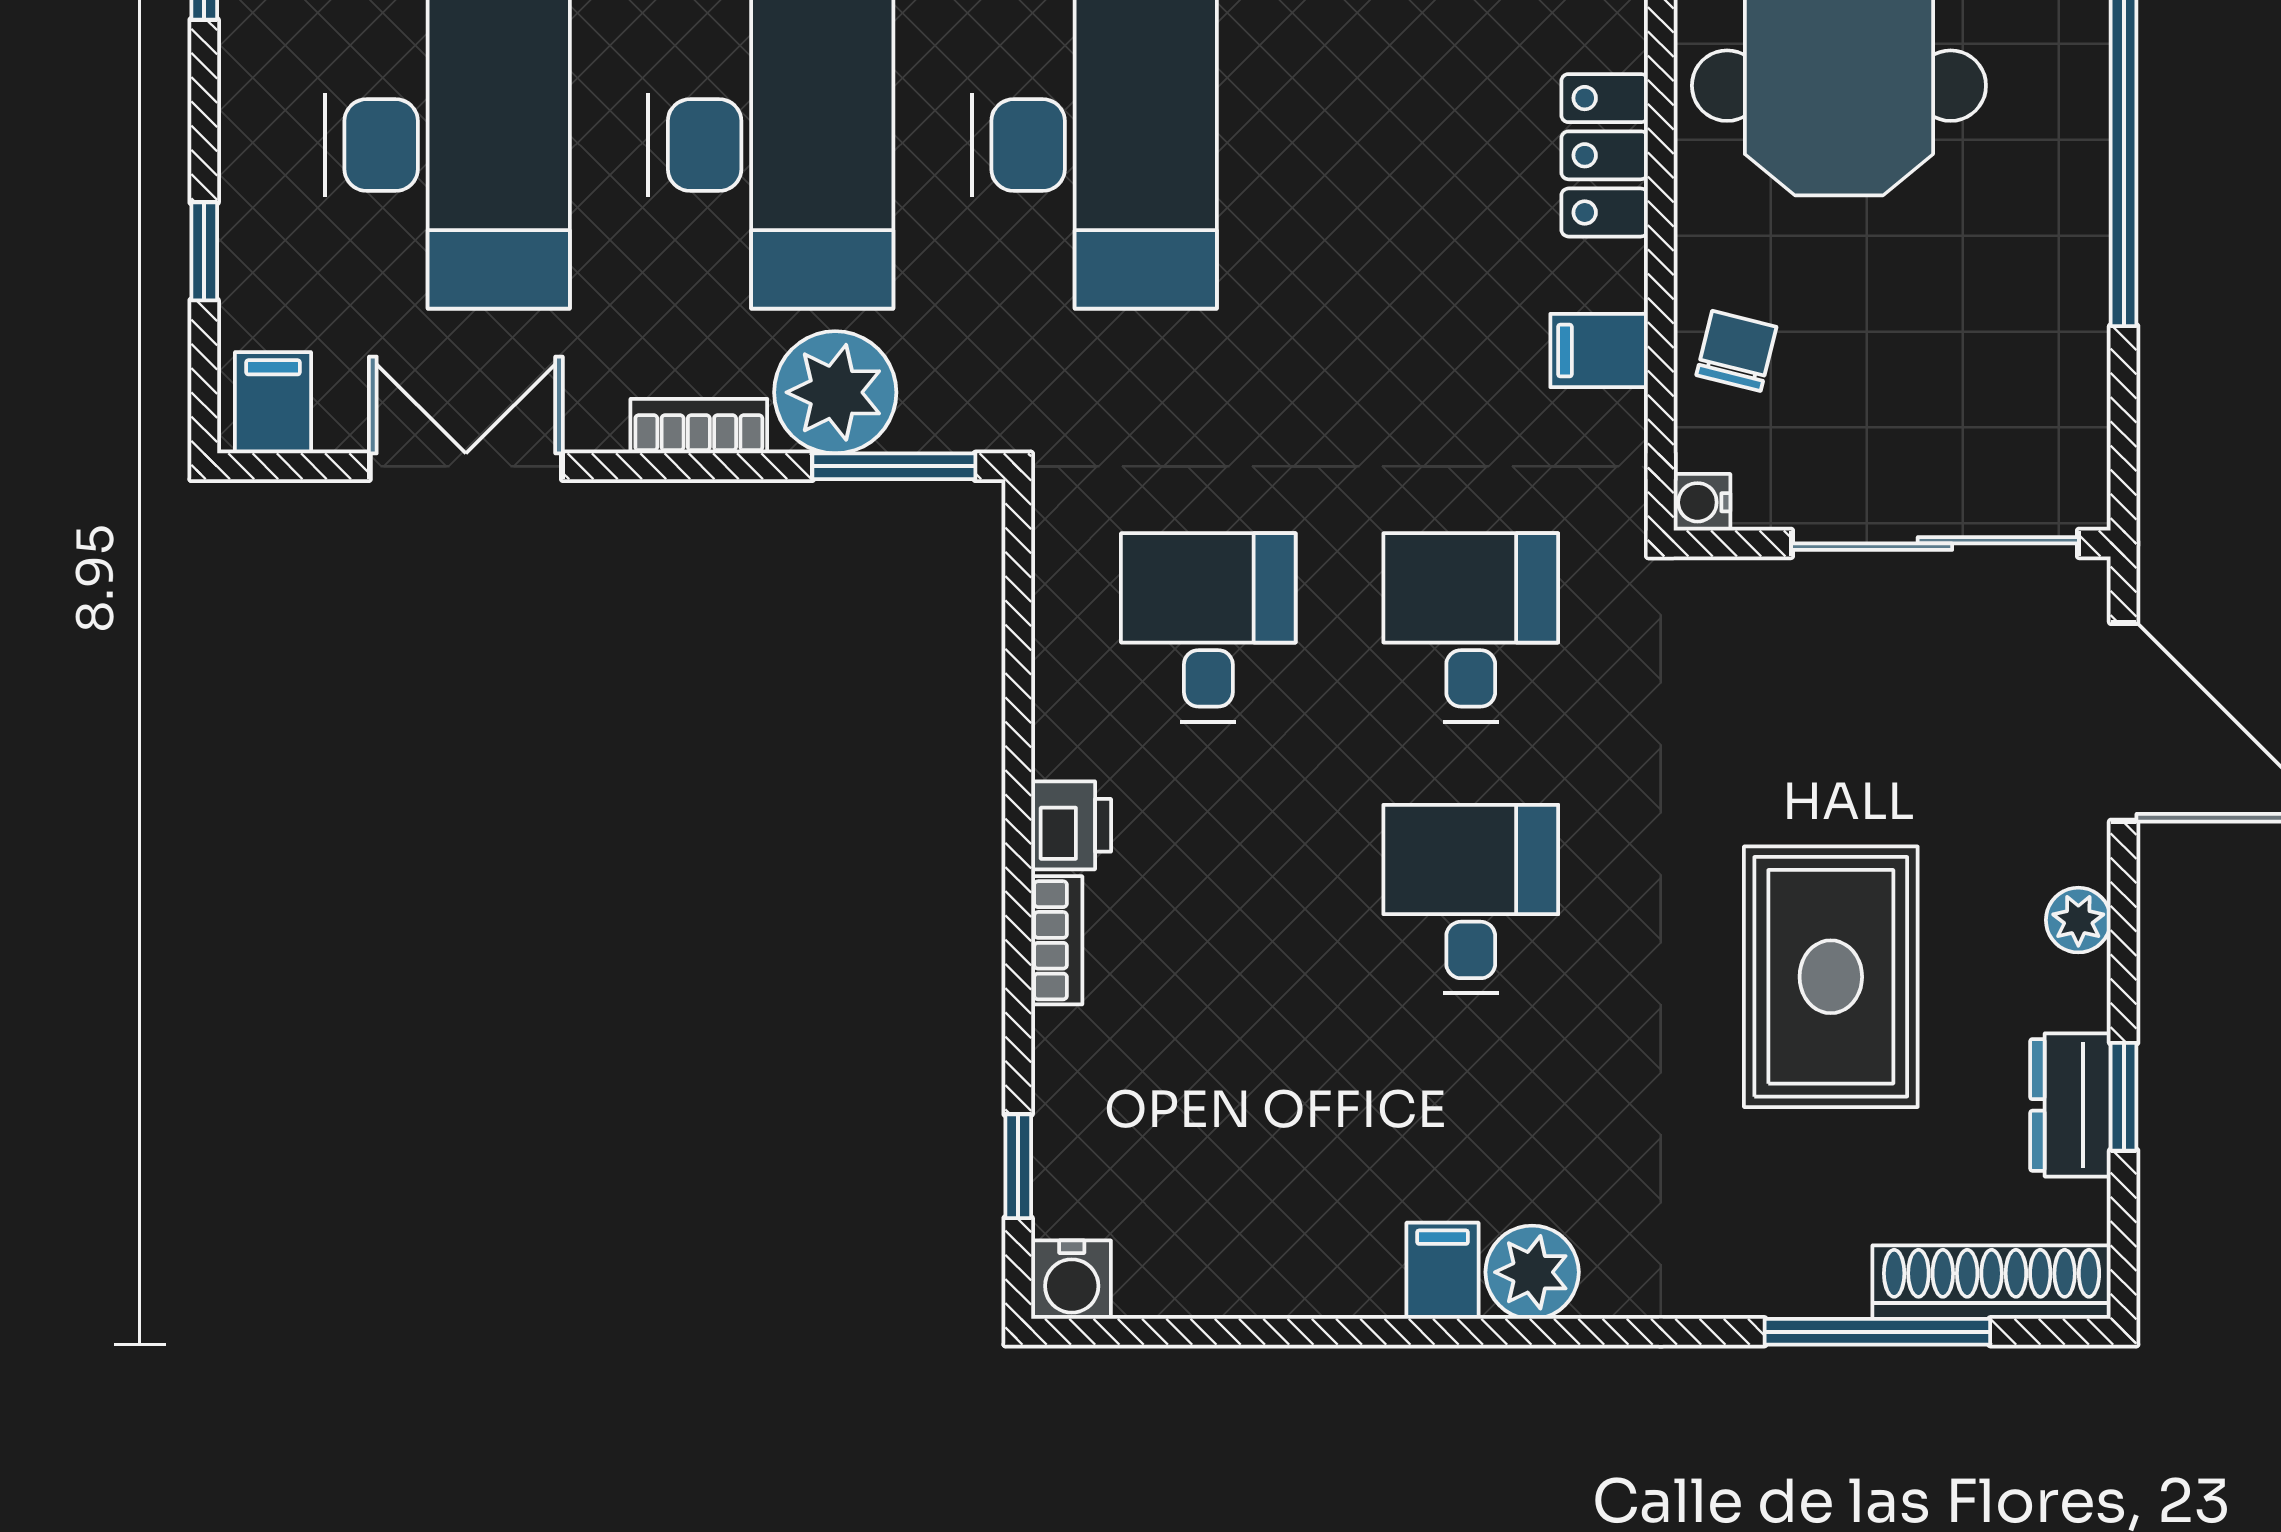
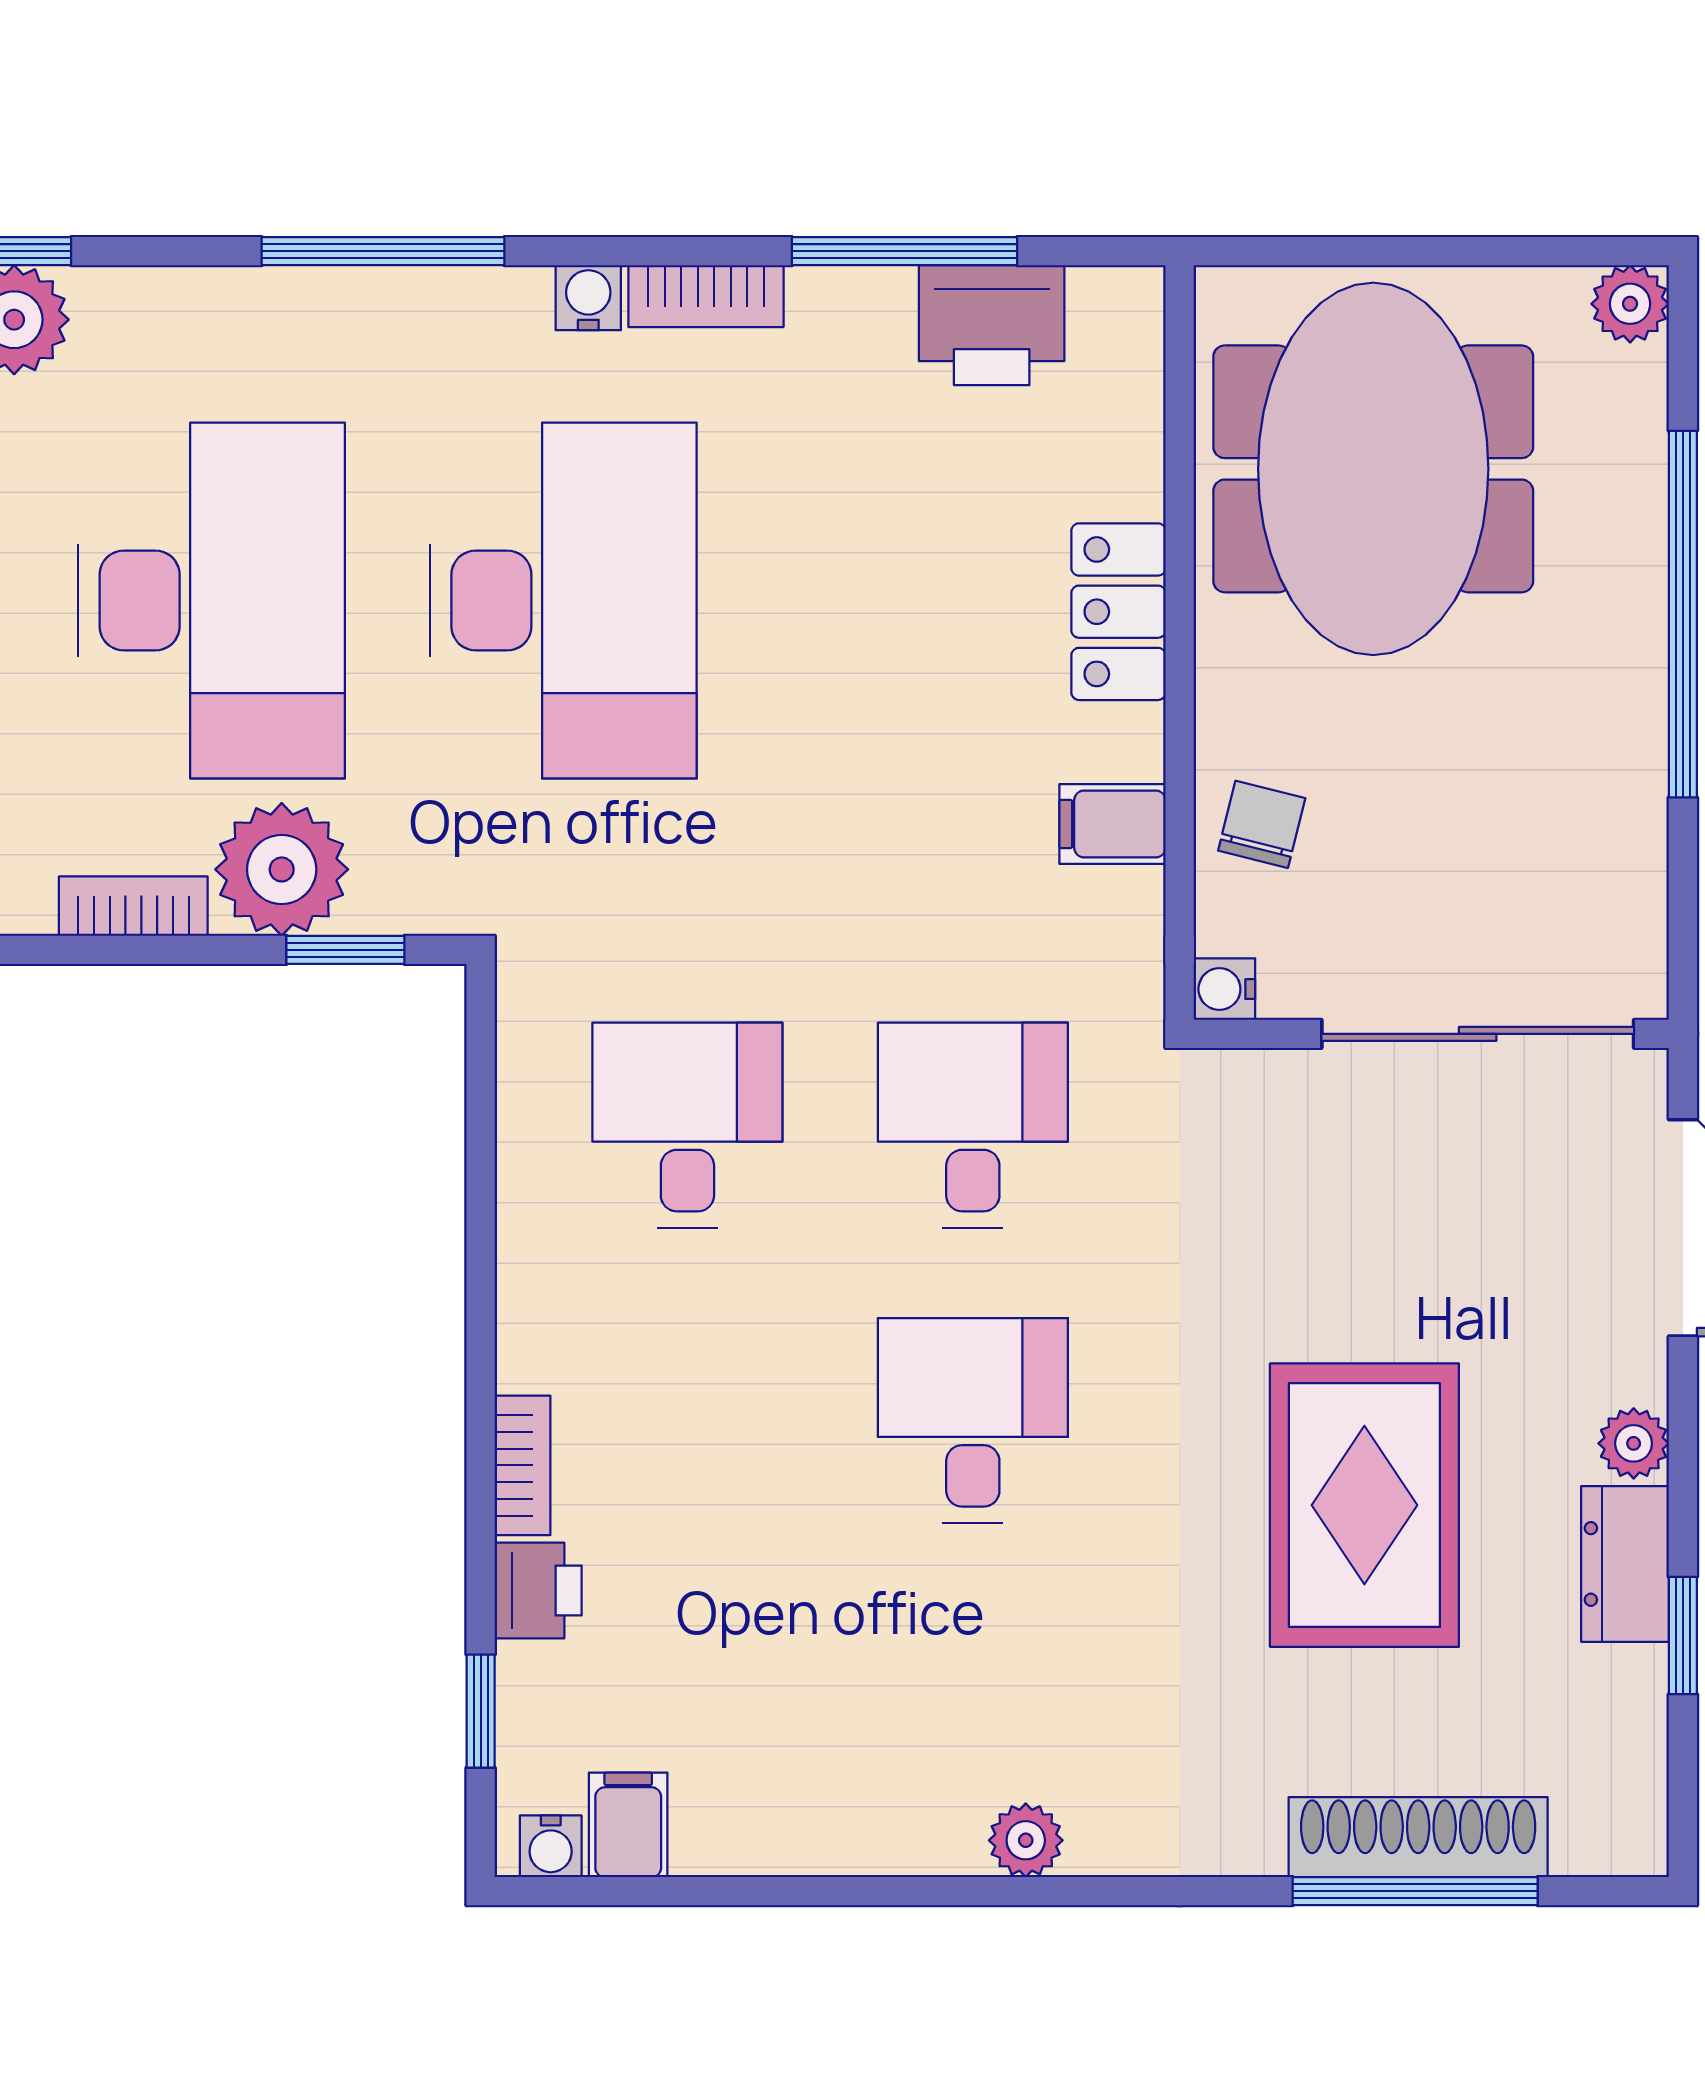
window: (894, 466) -> (345, 950), width x0.67
printer: (1071, 825) -> (538, 1590), moved
dresser: (2070, 1105) -> (1625, 1564), moved
filing cabinet: (1443, 1271) -> (628, 1825), moved
plant: (1532, 1272) -> (1026, 1840), width x0.73, depth x0.73
water cooler: (1072, 1280) -> (551, 1846), width x0.72, depth x0.72
shoe rack: (1992, 1282) -> (1418, 1837), moved

